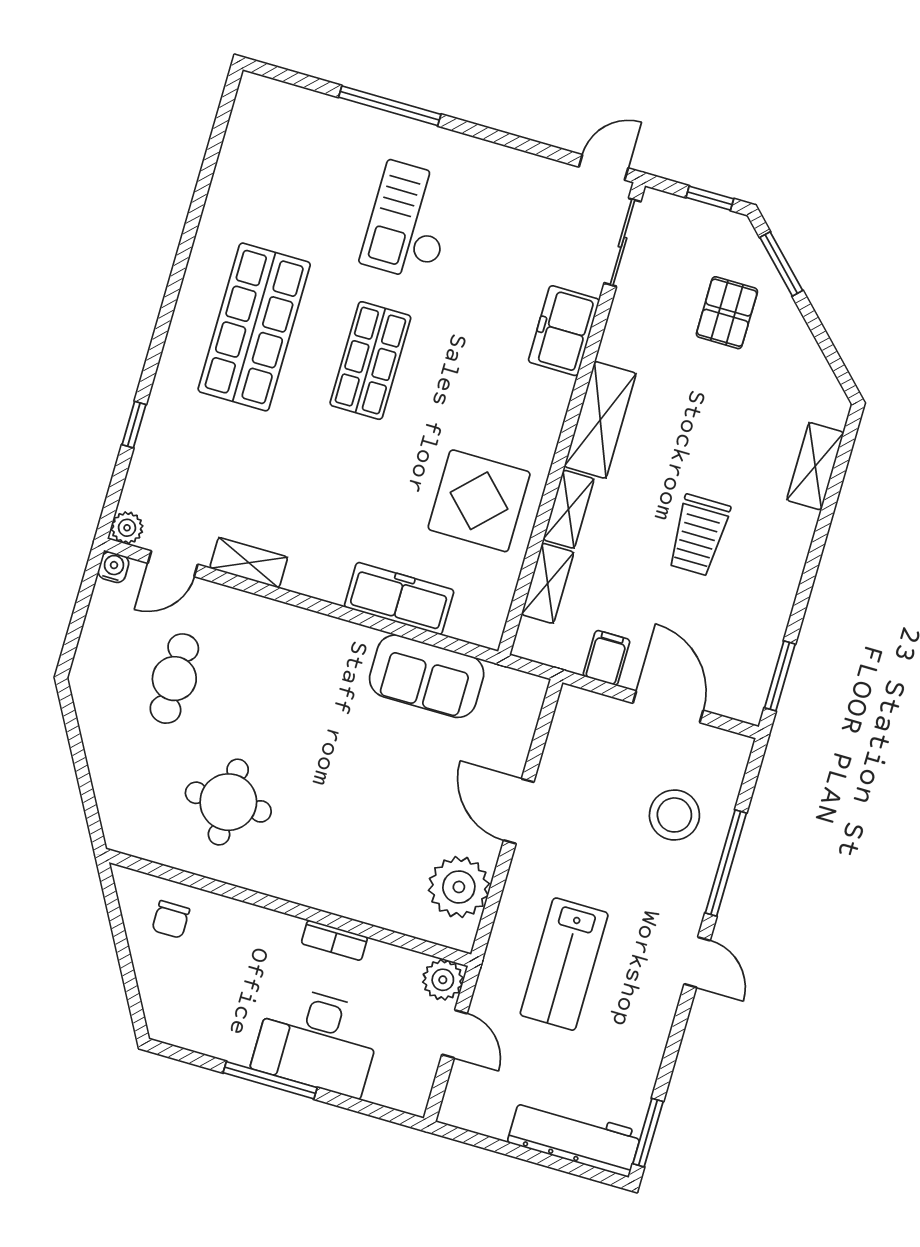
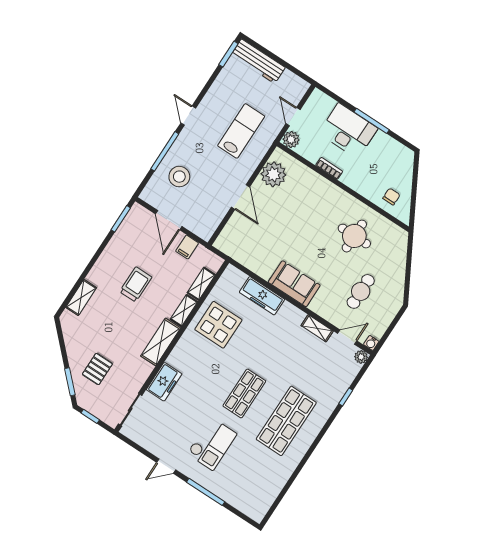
door: (603, 167) -> (166, 466), moved
sofa: (427, 676) -> (294, 284), moved

